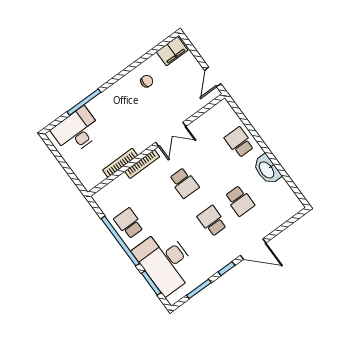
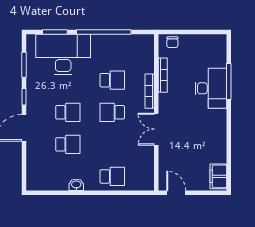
chair: (147, 81) -> (172, 42), moved
desk: (77, 131) -> (211, 88), moved
washbasin: (267, 170) -> (76, 185), width x0.52, depth x0.69
school desk: (240, 201) -> (68, 144), turned 180
school desk: (129, 223) -> (112, 80), moved

